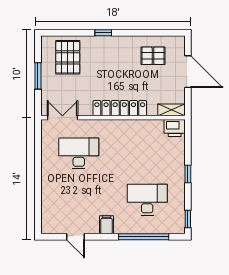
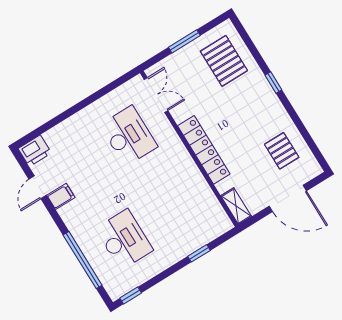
pallet: (68, 57) -> (224, 61), turned 90
door: (188, 72) -> (288, 198), hinge flipped
printer: (175, 128) -> (35, 151), moved, turned -90
window: (188, 174) -> (199, 253), moved
filing cabinet: (106, 225) -> (61, 196), moved

